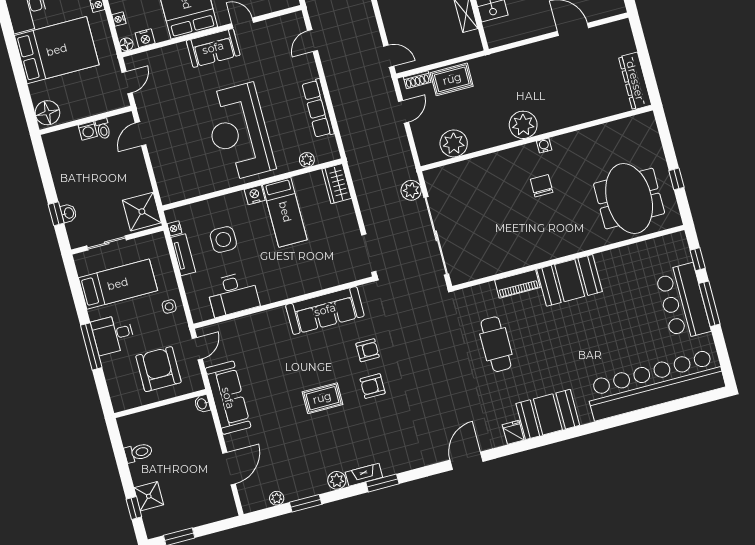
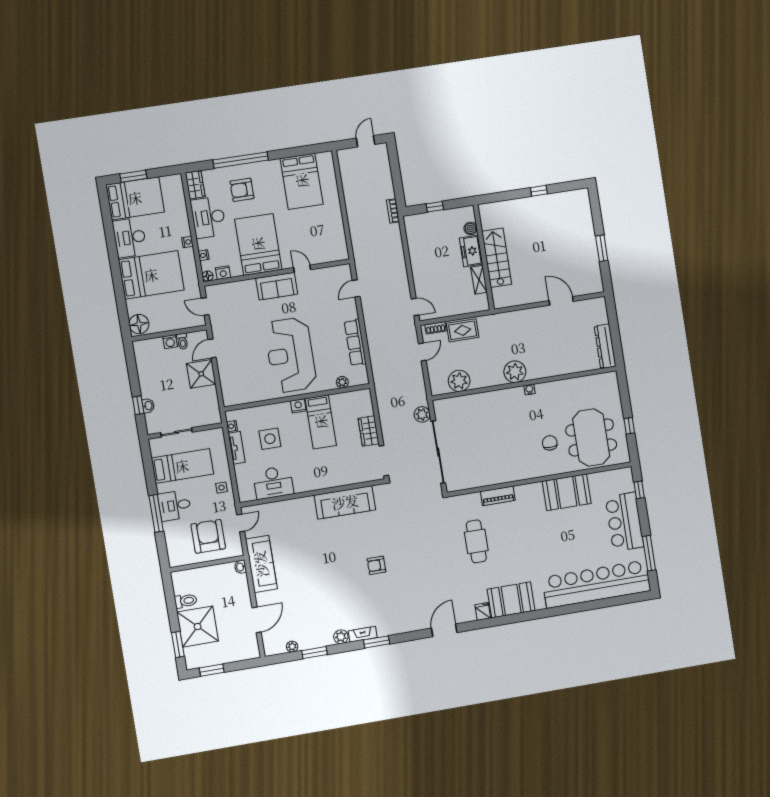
door: (127, 83) -> (205, 307), swing flipped
wardrobe: (337, 184) -> (369, 431), moved
chair: (542, 186) -> (550, 443), moved
shower: (142, 212) -> (201, 374), moved
booth: (570, 280) -> (567, 492), moved
window: (709, 304) -> (649, 553), moved
armchair: (368, 350) -> (375, 537), removed
rug: (322, 398) -> (336, 571), removed
shower: (149, 496) -> (198, 627), width x1.86, depth x1.86
window: (134, 508) -> (178, 644), width x1.50

